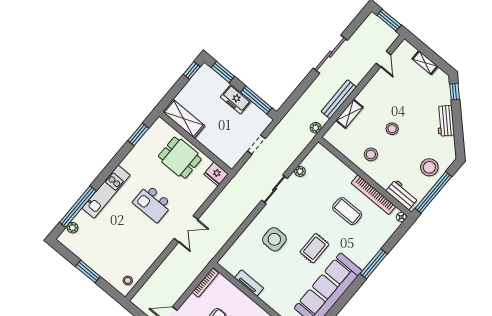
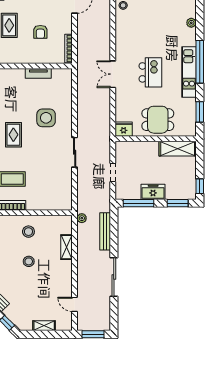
bench: (339, 99) -> (105, 231), moved
plant: (300, 171) -> (68, 179), removed
kitchen unit: (106, 192) -> (189, 72), moved
kitchen island: (152, 203) -> (150, 72), turned 90
window: (78, 207) -> (200, 62), moved
plant: (73, 228) -> (191, 23), moved

